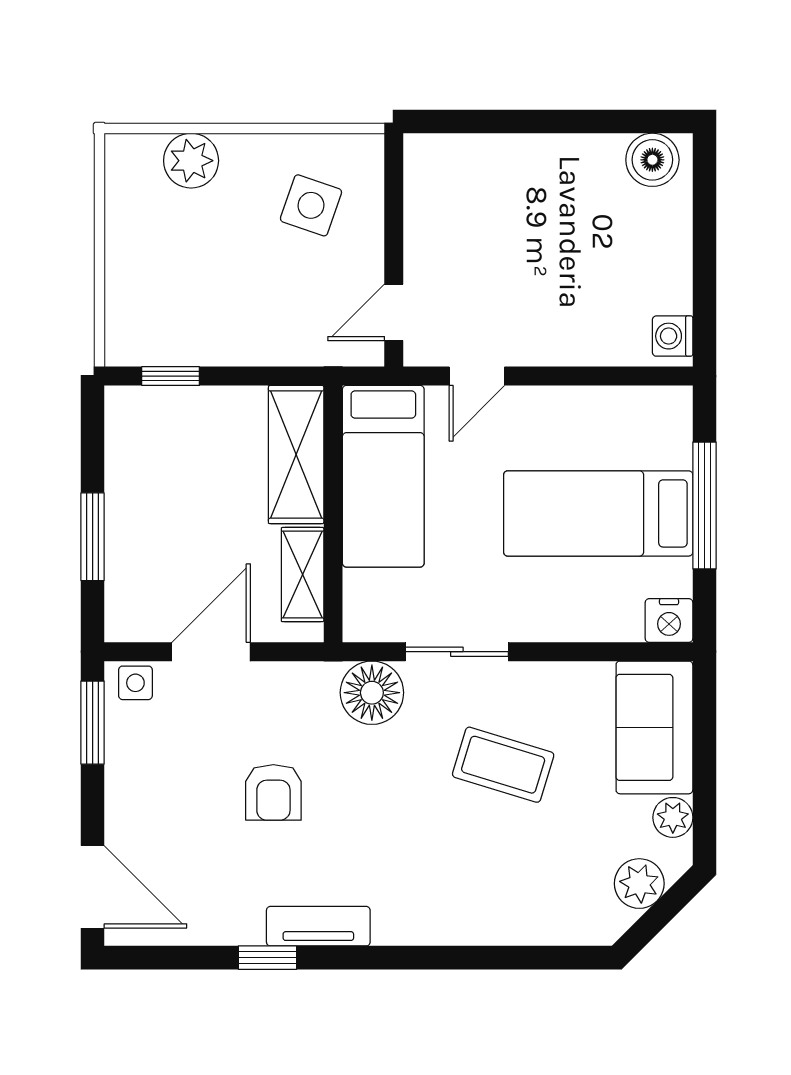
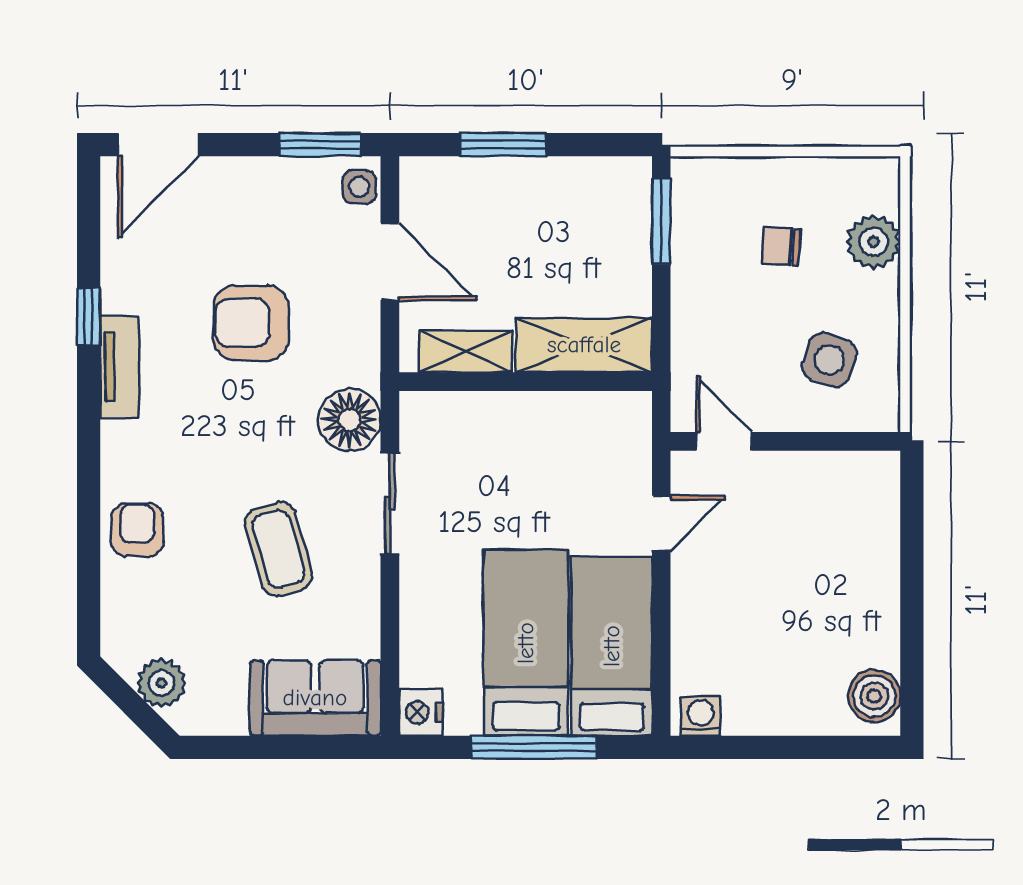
chair: (196, 254) -> (781, 246), added
window: (171, 376) -> (661, 221), width x1.50
door: (477, 376) -> (661, 523), swing flipped
bed: (383, 476) -> (612, 646), moved, turned 90
coffee table: (503, 765) -> (279, 549), turned -33
armchair: (273, 792) -> (251, 323), width x1.38, depth x1.38
plant: (673, 817) -> (227, 716), removed
armchair: (484, 908) -> (137, 530), added

